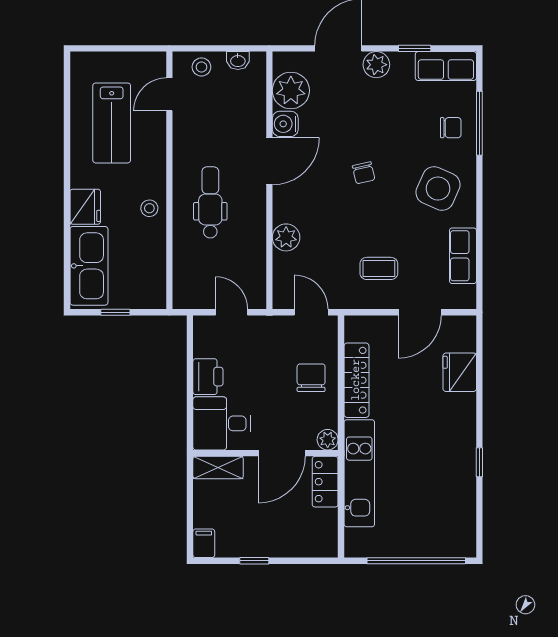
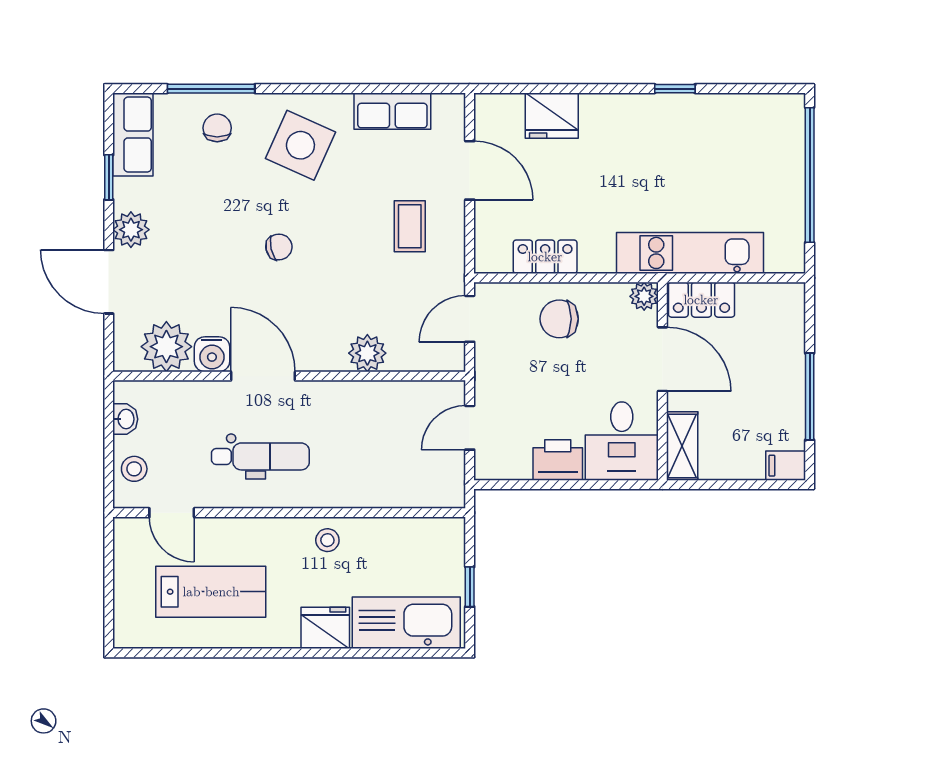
dental chair: (210, 202) -> (260, 456), moved, turned 180
locker: (356, 380) -> (545, 257), width x0.66
window: (254, 561) -> (810, 397), width x2.17

